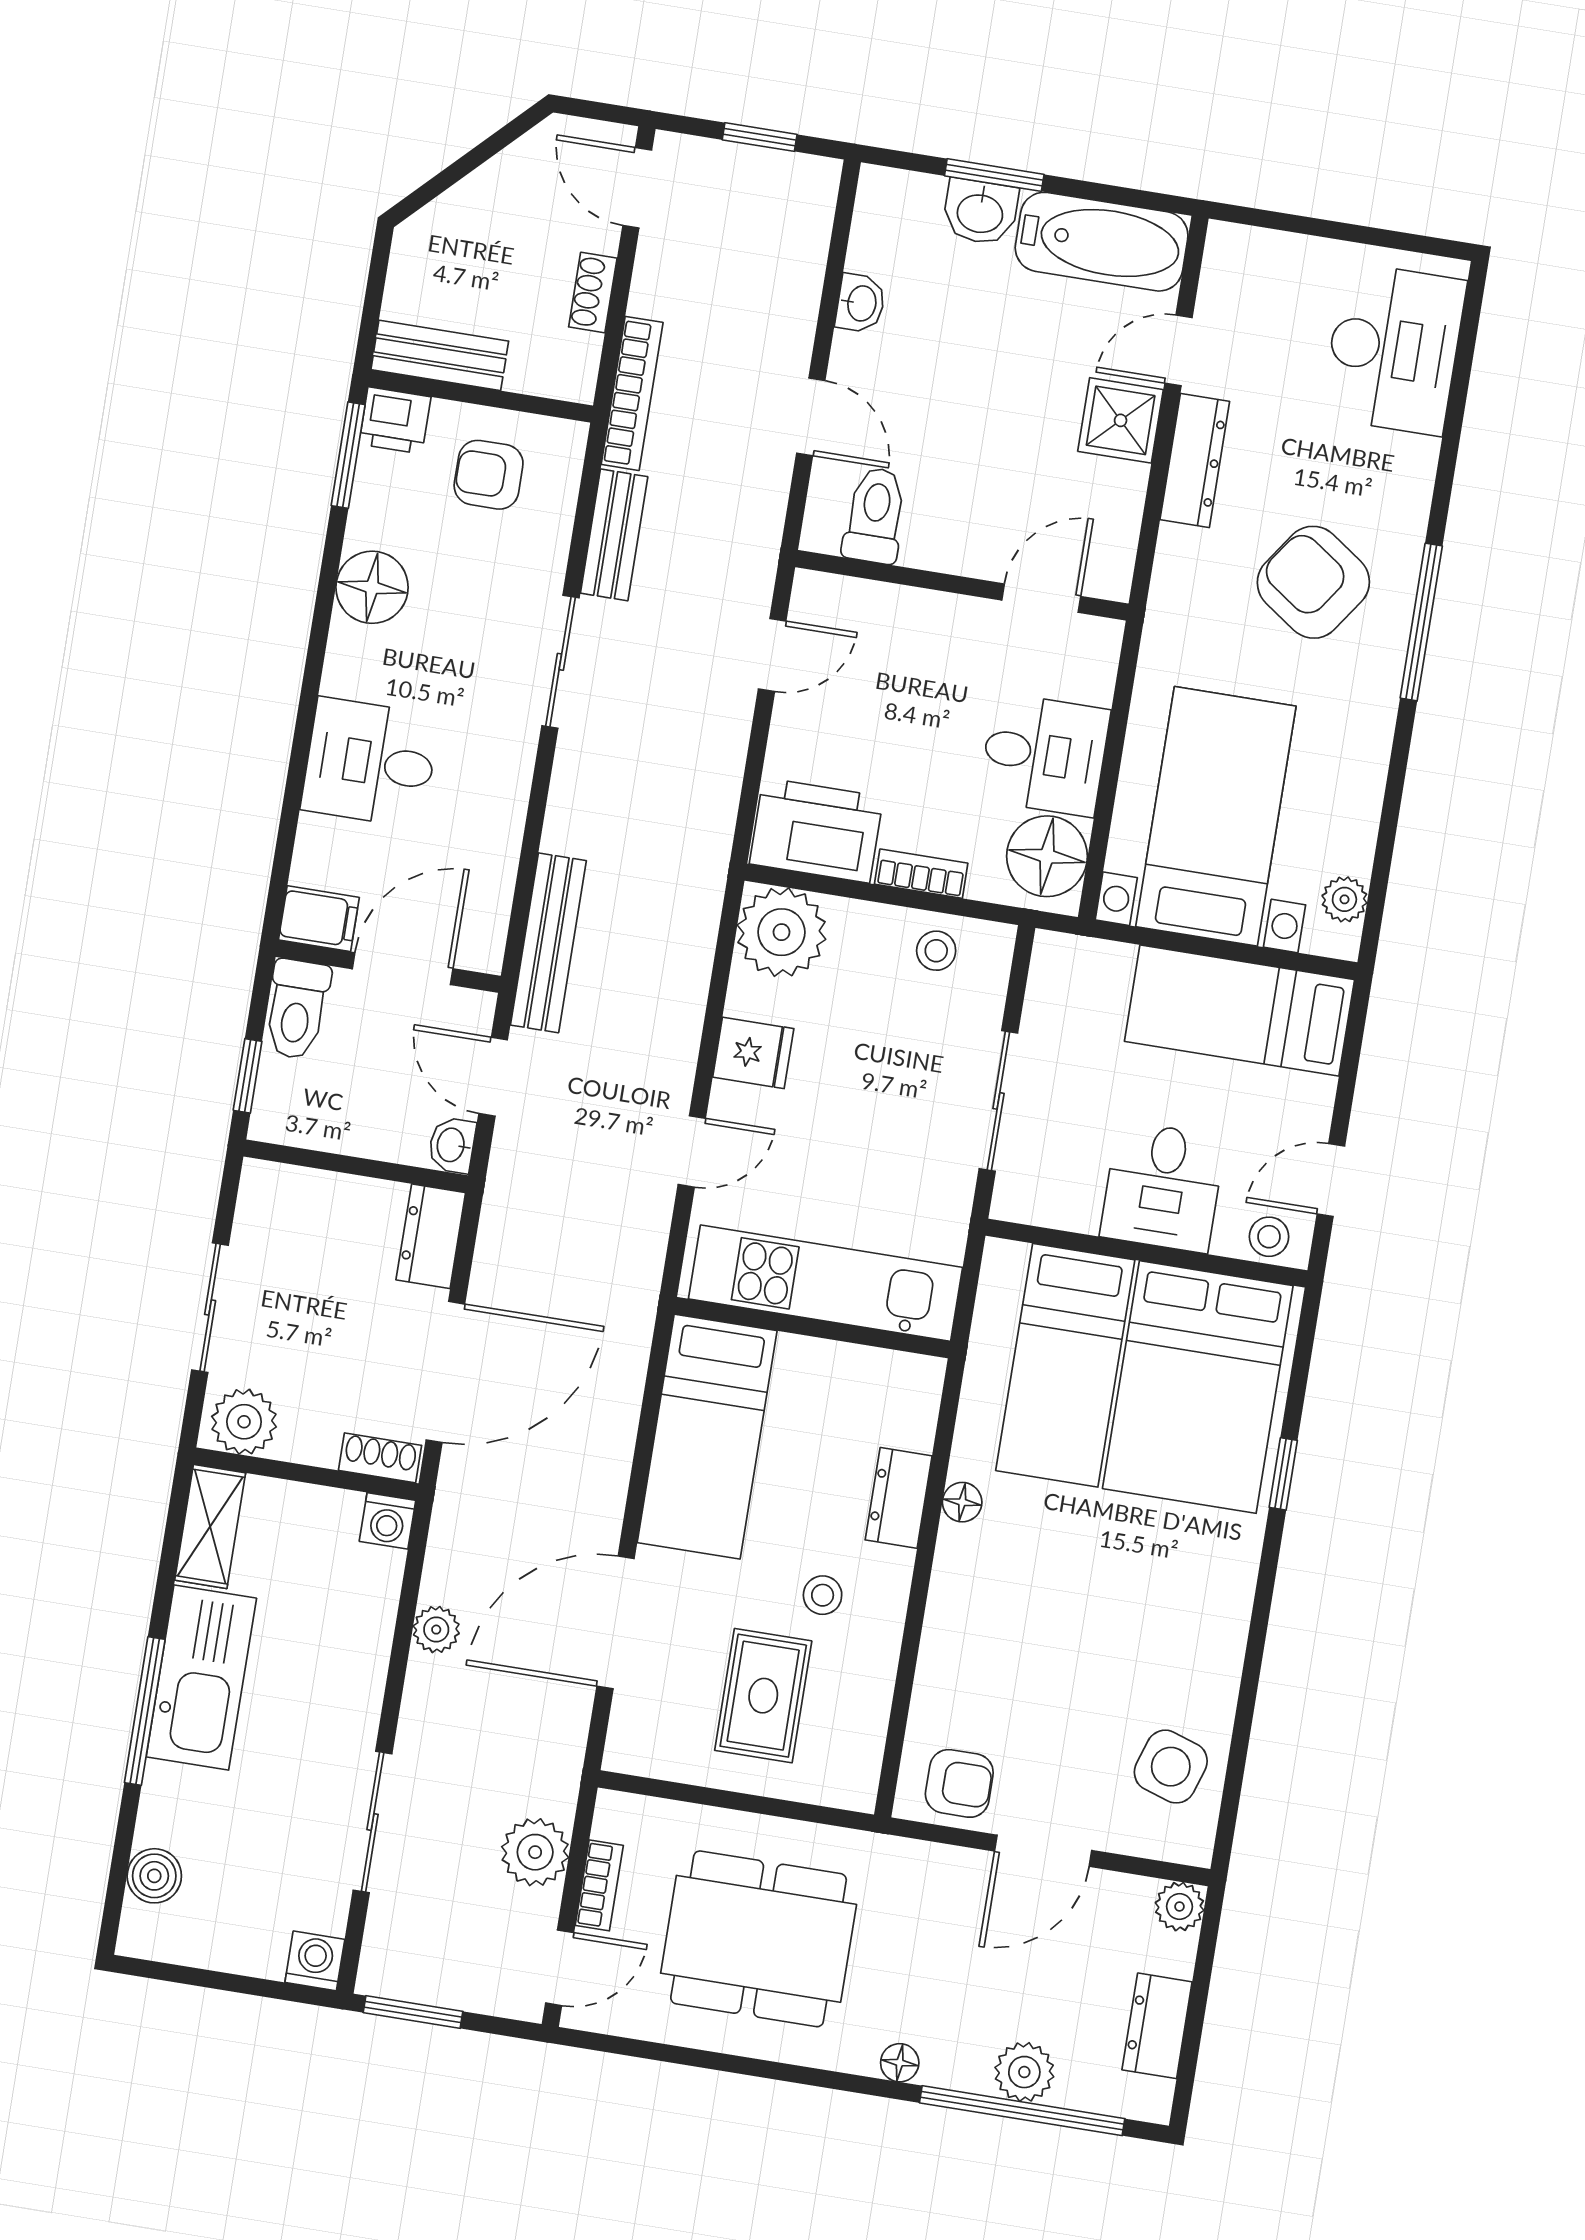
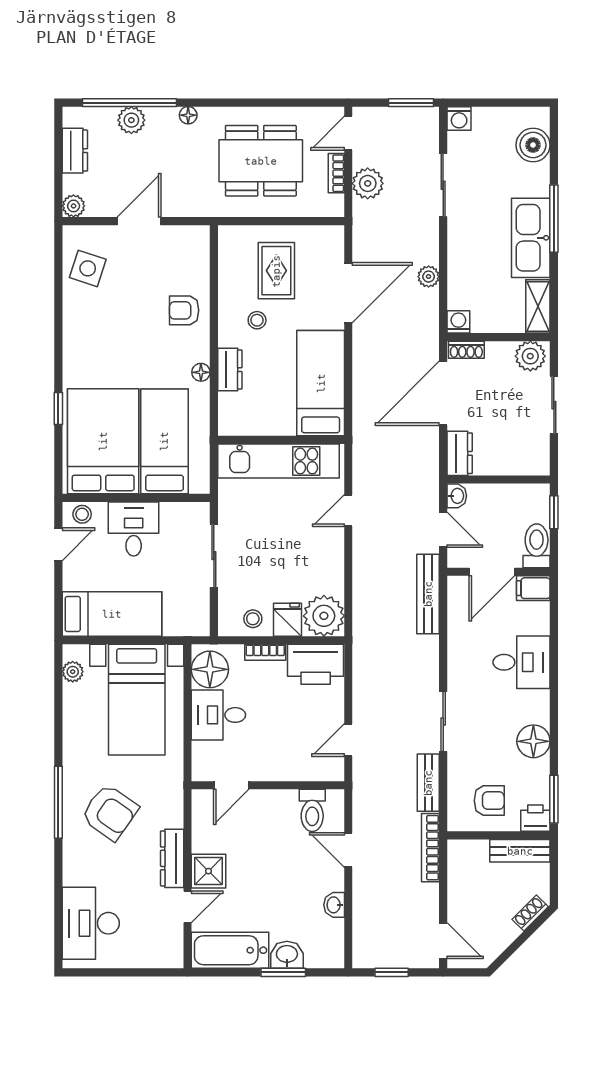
shoe rack: (593, 292) -> (530, 913), moved, turned -135
fridge: (753, 1053) -> (287, 620), moved, turned 90
armchair: (959, 1783) -> (184, 310), moved
boiler: (154, 1876) -> (533, 145), width x1.36, depth x1.36

